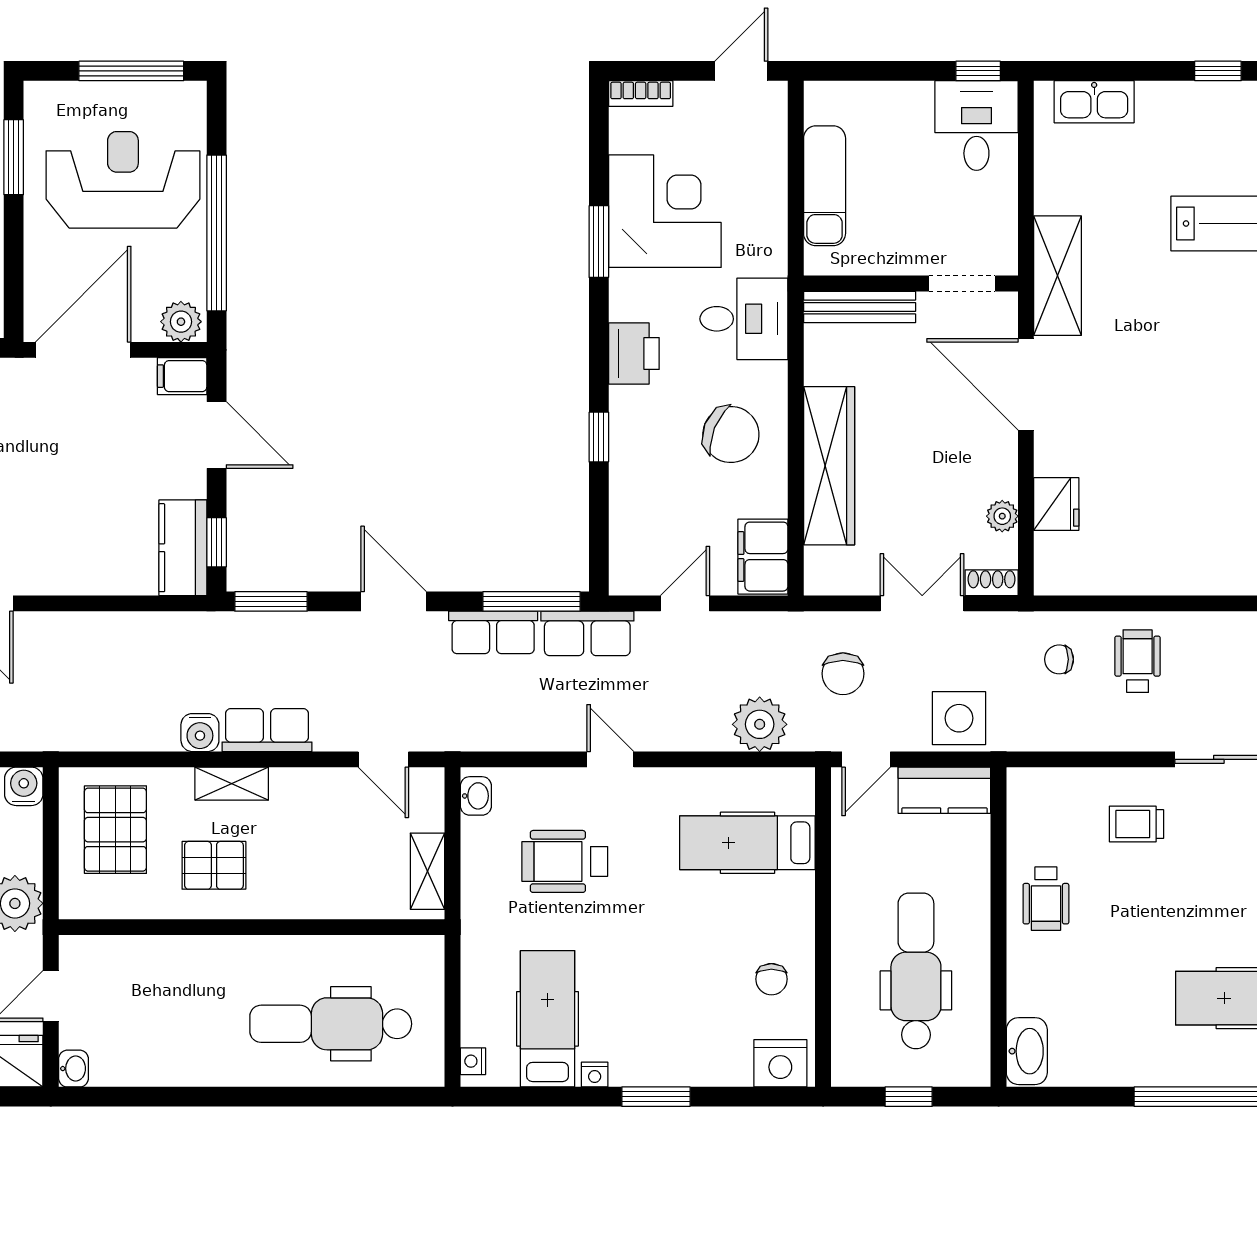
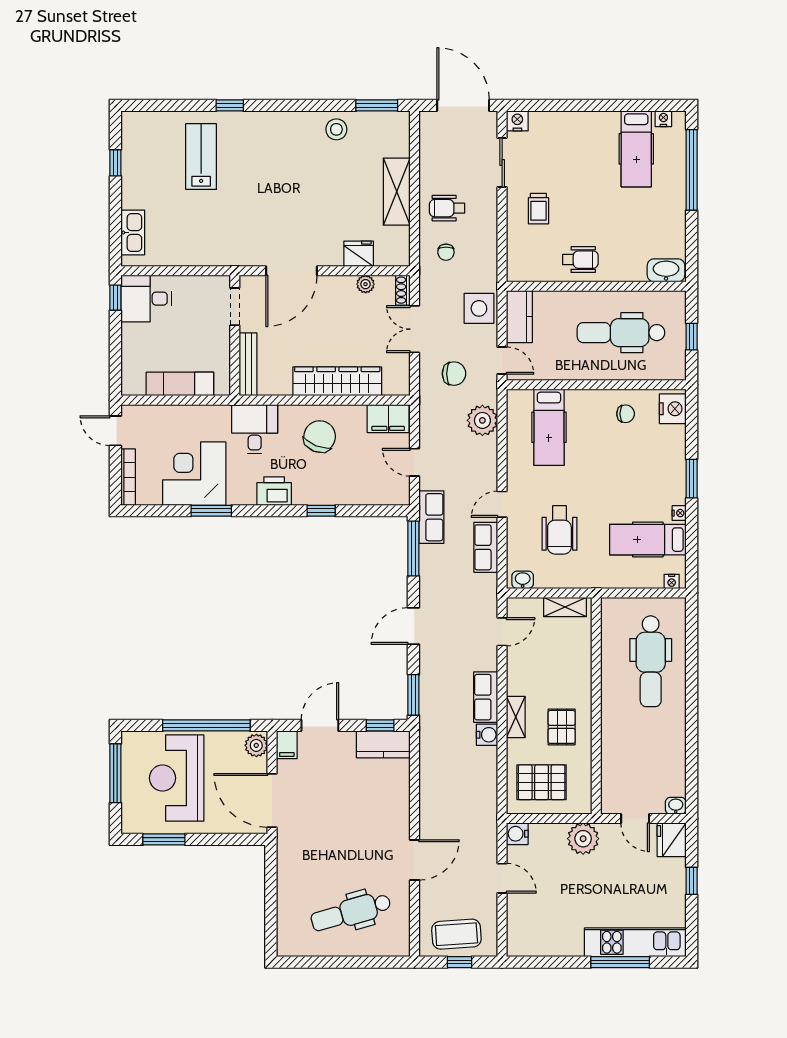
bookcase: (641, 94) -> (128, 477), width x1.56
shelving: (1058, 276) -> (397, 192), moved, turned 90
row of seats: (493, 632) -> (486, 547), moved, turned 180

